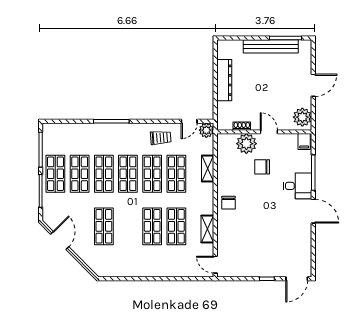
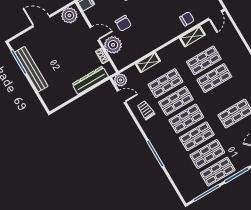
dresser: (224, 80) -> (90, 80), moved
door: (269, 132) -> (95, 34), swing flipped
chair: (229, 203) -> (187, 19), moved

